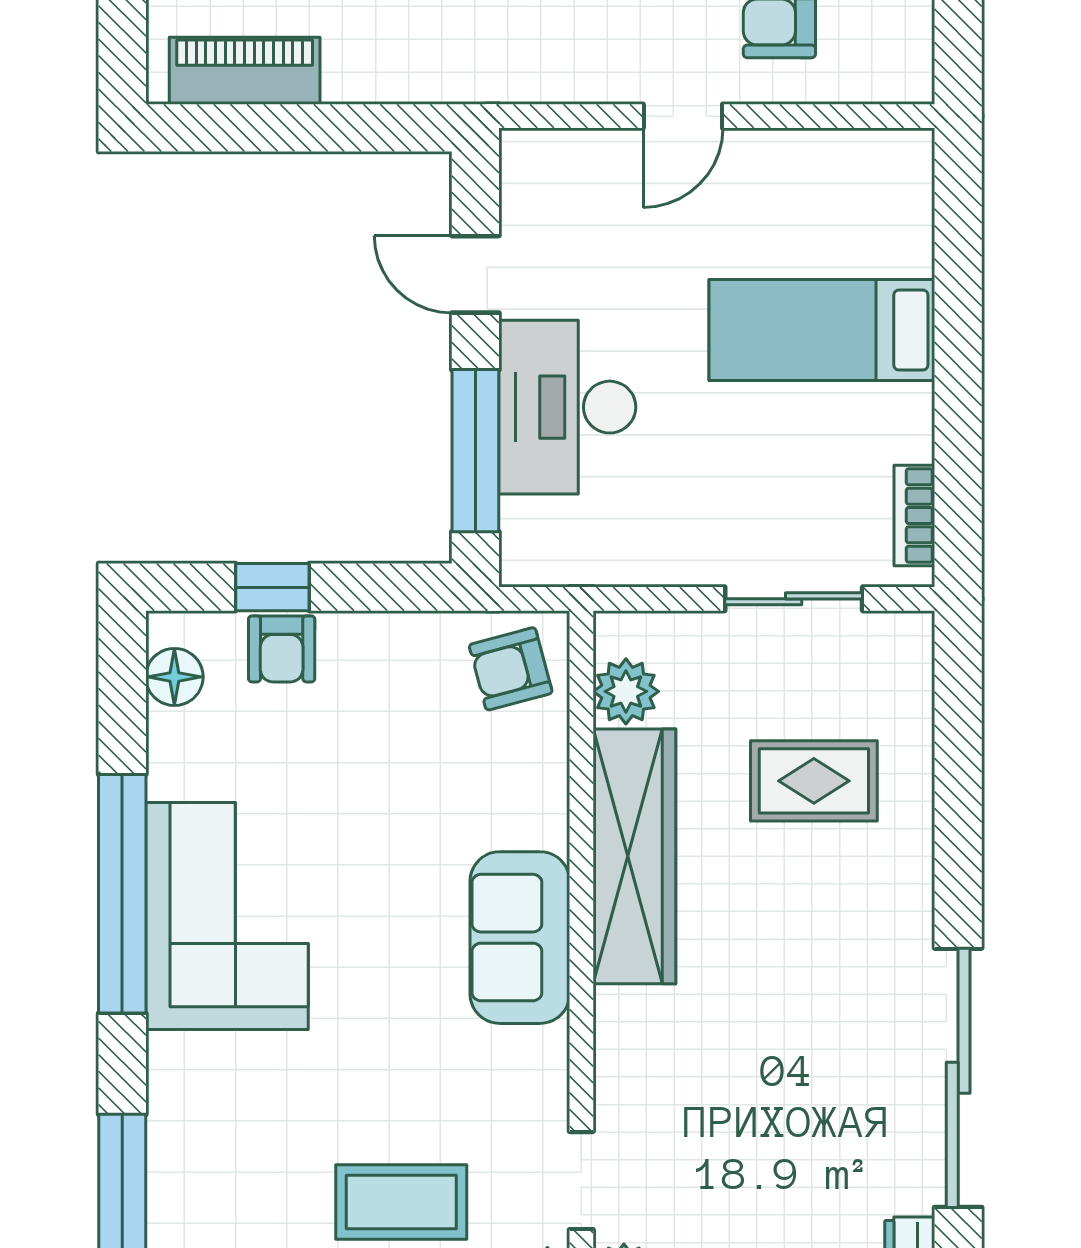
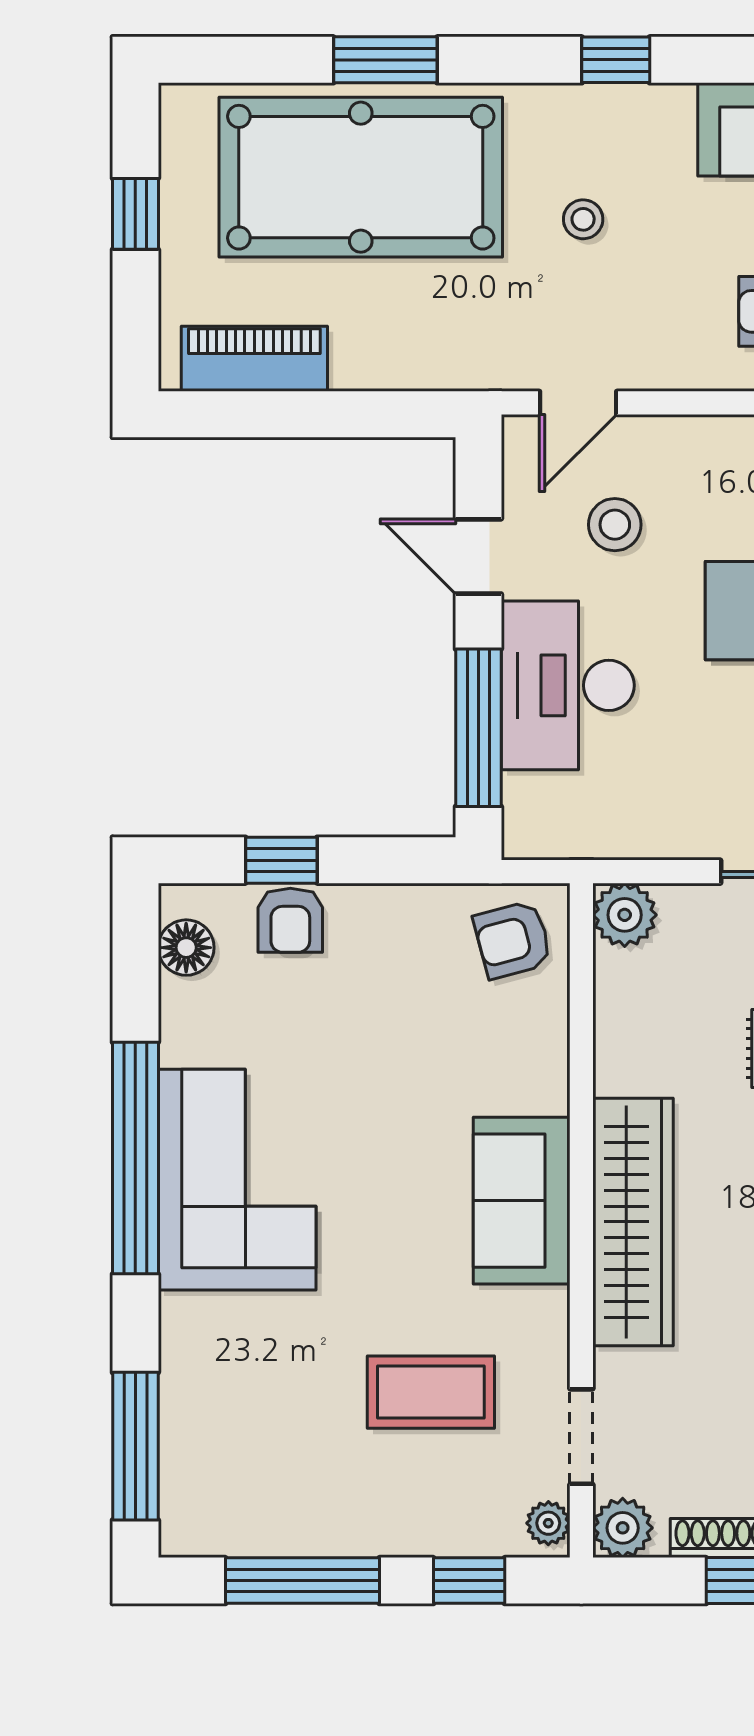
door: (683, 116) -> (578, 403), moved
stool: (616, 242) -> (615, 525), added
plant: (626, 691) -> (625, 915), moved
wardrobe: (634, 856) -> (633, 1222), moved
coffee table: (401, 1202) -> (431, 1392), moved

